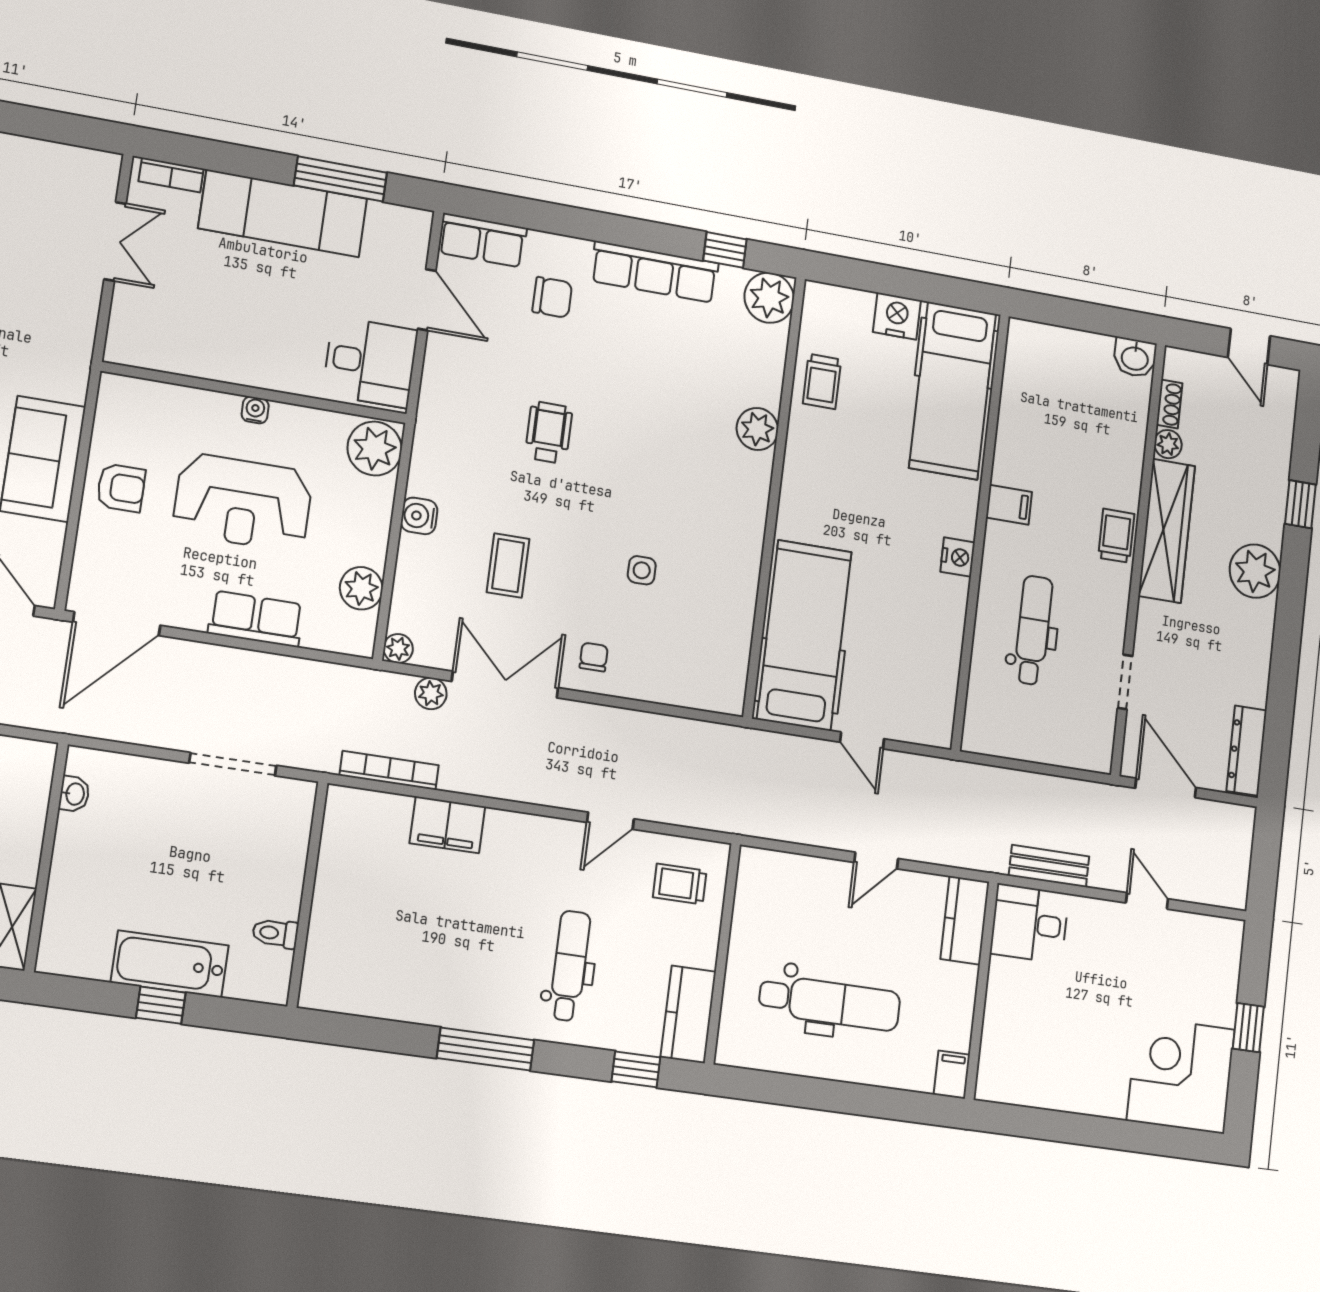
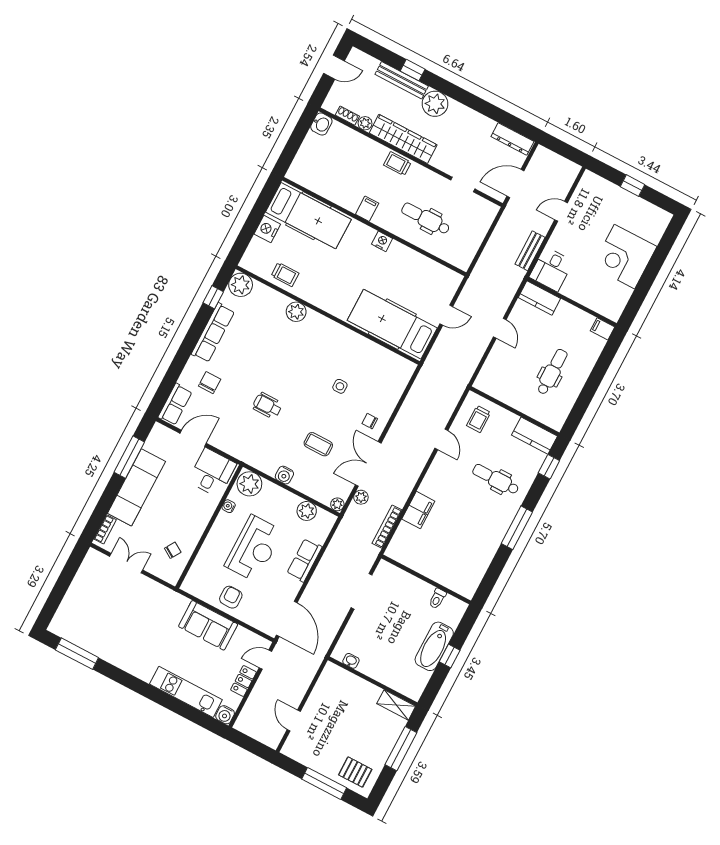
chair: (177, 332) -> (173, 550), added
water cooler: (255, 410) -> (229, 506), moved
bench: (1274, 489) -> (402, 80), added
dental chair: (830, 1003) -> (552, 372), width x0.73, depth x0.72
corner desk: (1181, 1075) -> (624, 257), moved

